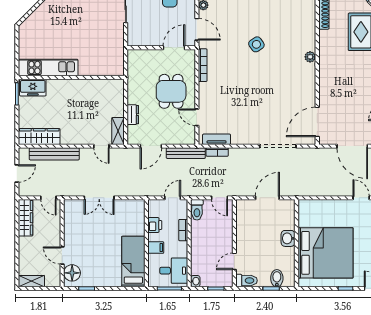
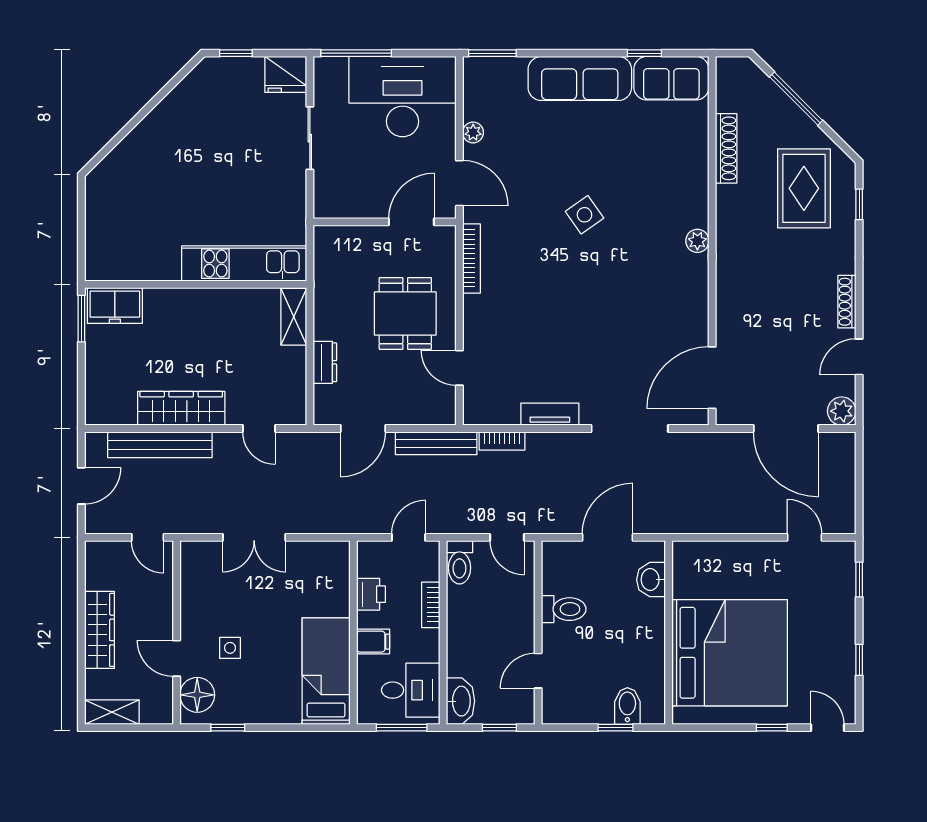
kitchen unit: (48, 68) -> (244, 264), moved
shelving: (118, 131) -> (294, 317), moved
wardrobe: (39, 137) -> (181, 408), moved
tv unit: (217, 139) -> (550, 414), moved
wardrobe: (26, 218) -> (100, 630), moved
washbasin: (288, 238) -> (651, 580), moved
side table: (88, 251) -> (230, 648), added
washbasin: (195, 281) -> (461, 701), width x1.91, depth x1.45
toilet: (247, 281) -> (564, 609), moved

